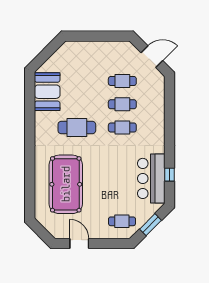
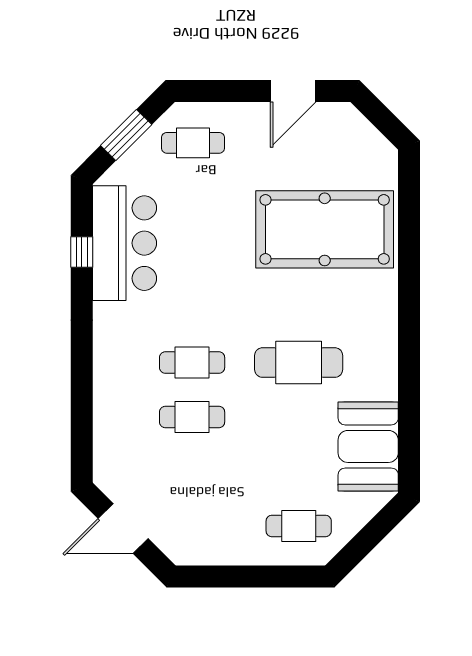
cafe table: (122, 81) -> (299, 526), moved
pool table: (66, 184) -> (325, 229), turned 90
door: (79, 243) -> (293, 91), hinge flipped

